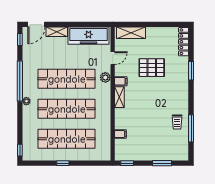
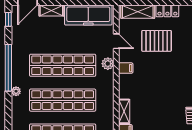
locker: (156, 32) -> (167, 11), added
door: (113, 58) -> (116, 41), hinge flipped
pallet: (152, 68) -> (157, 41), moved
shelving: (119, 97) -> (124, 111), moved

